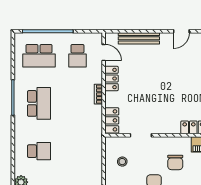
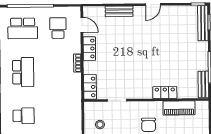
bench: (139, 38) -> (119, 11), width x0.73
school desk: (77, 56) -> (58, 28), turned 180

